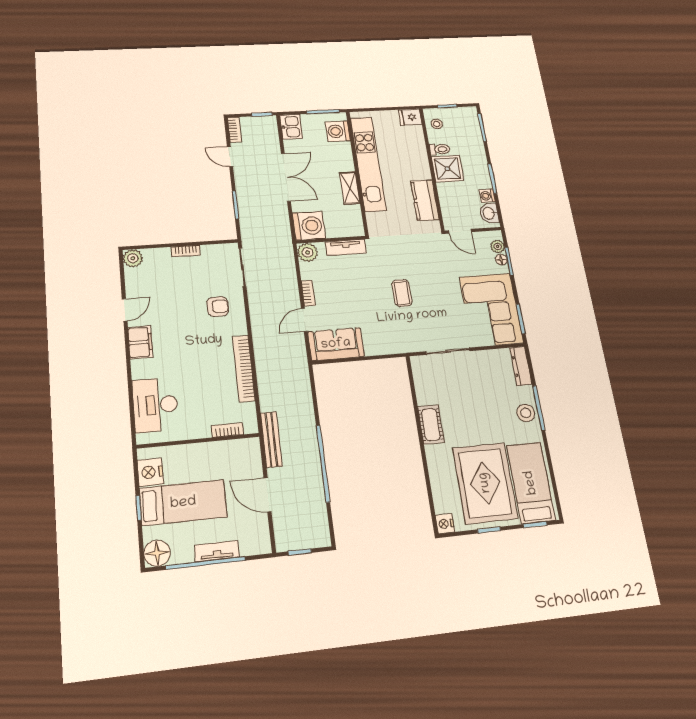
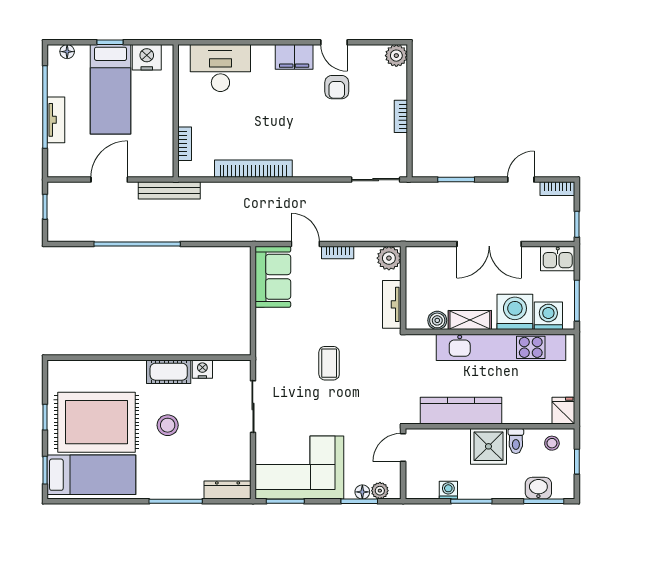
kitchen counter: (425, 200) -> (461, 411), width x1.50
boiler: (354, 212) -> (437, 320), added
washbasin: (489, 213) -> (538, 488), moved
washing machine: (309, 226) -> (515, 312), moved, turned 180
coffee table: (402, 293) -> (329, 363), turned 90
armchair: (218, 307) -> (337, 87), moved
stool: (526, 413) -> (168, 425), moved
nightstand: (445, 524) -> (202, 369), moved
floor lamp: (157, 553) -> (67, 52), width x0.53, depth x0.53

